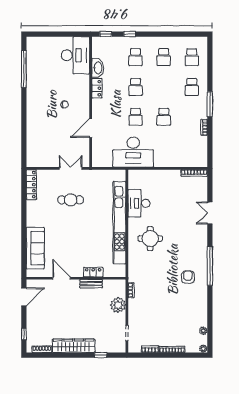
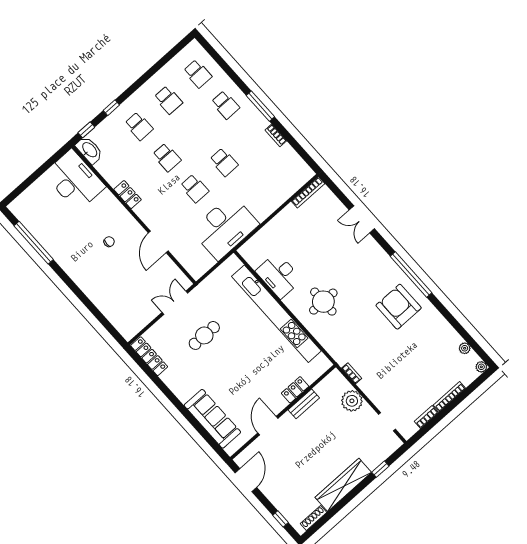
washbasin: (98, 68) -> (89, 150), moved
armchair: (188, 277) -> (399, 307), width x1.88, depth x1.88
door: (61, 278) -> (268, 426), hinge flipped

